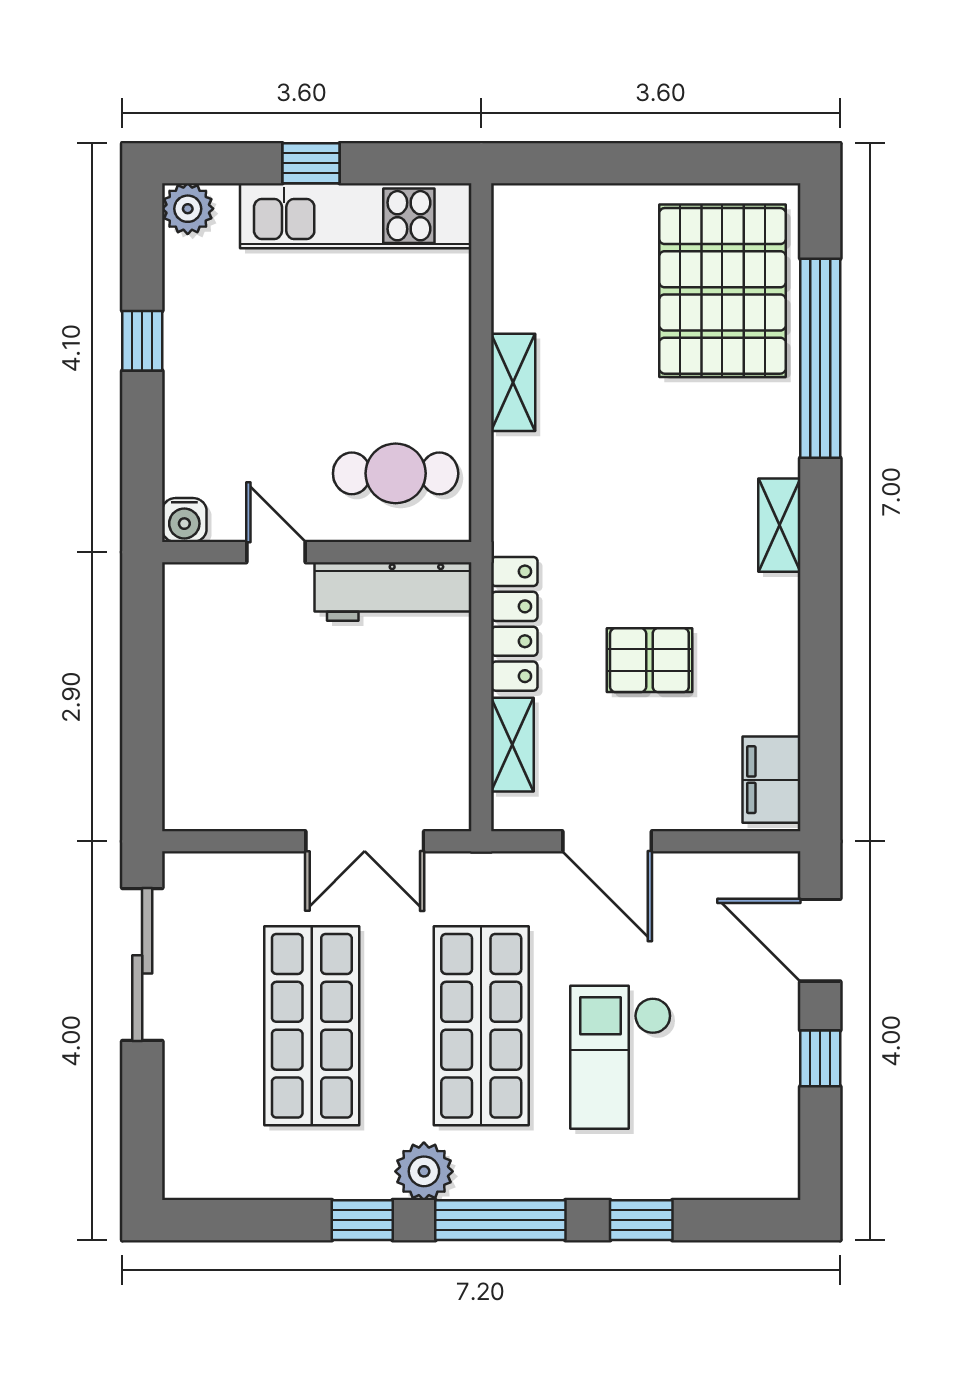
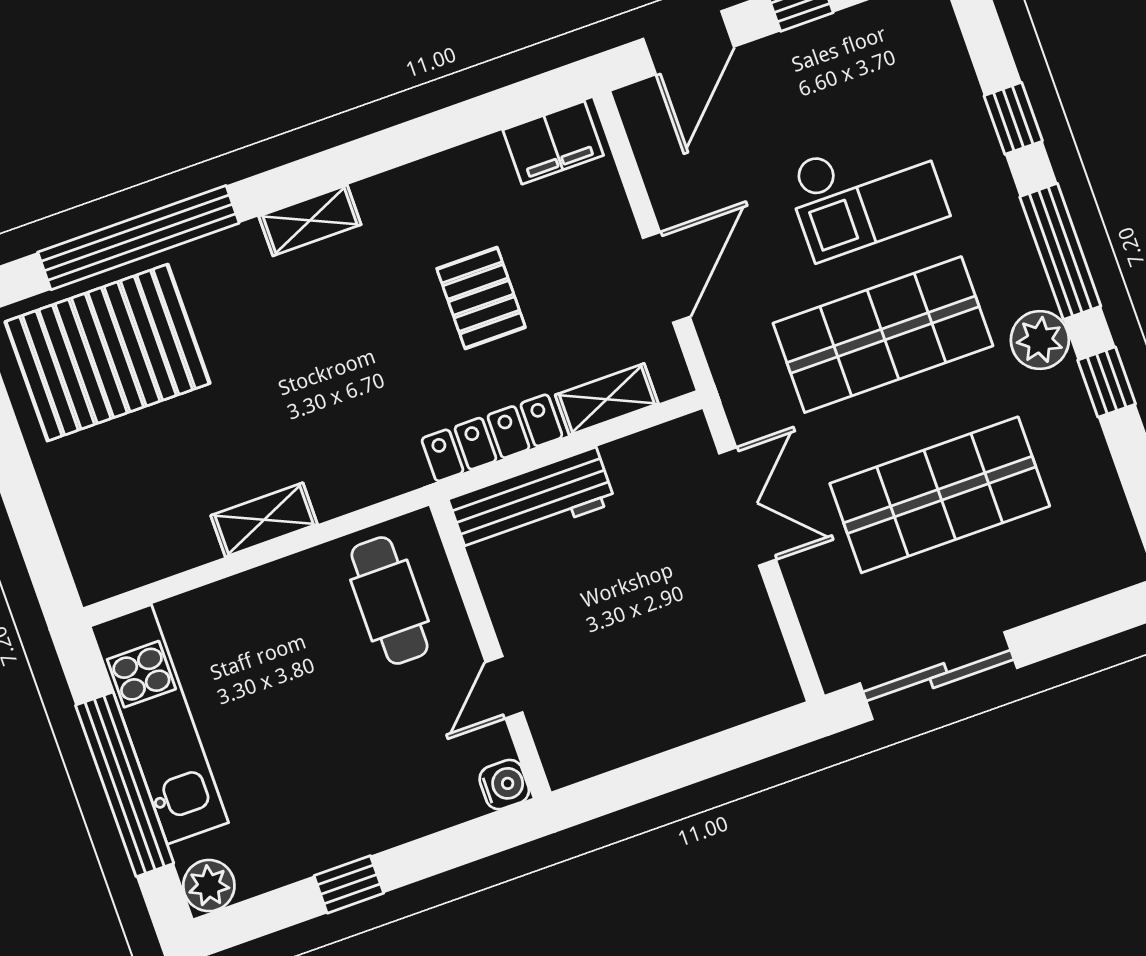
window: (311, 163) -> (125, 784), width x3.17
workbench: (393, 592) -> (532, 501), moved, turned 90

